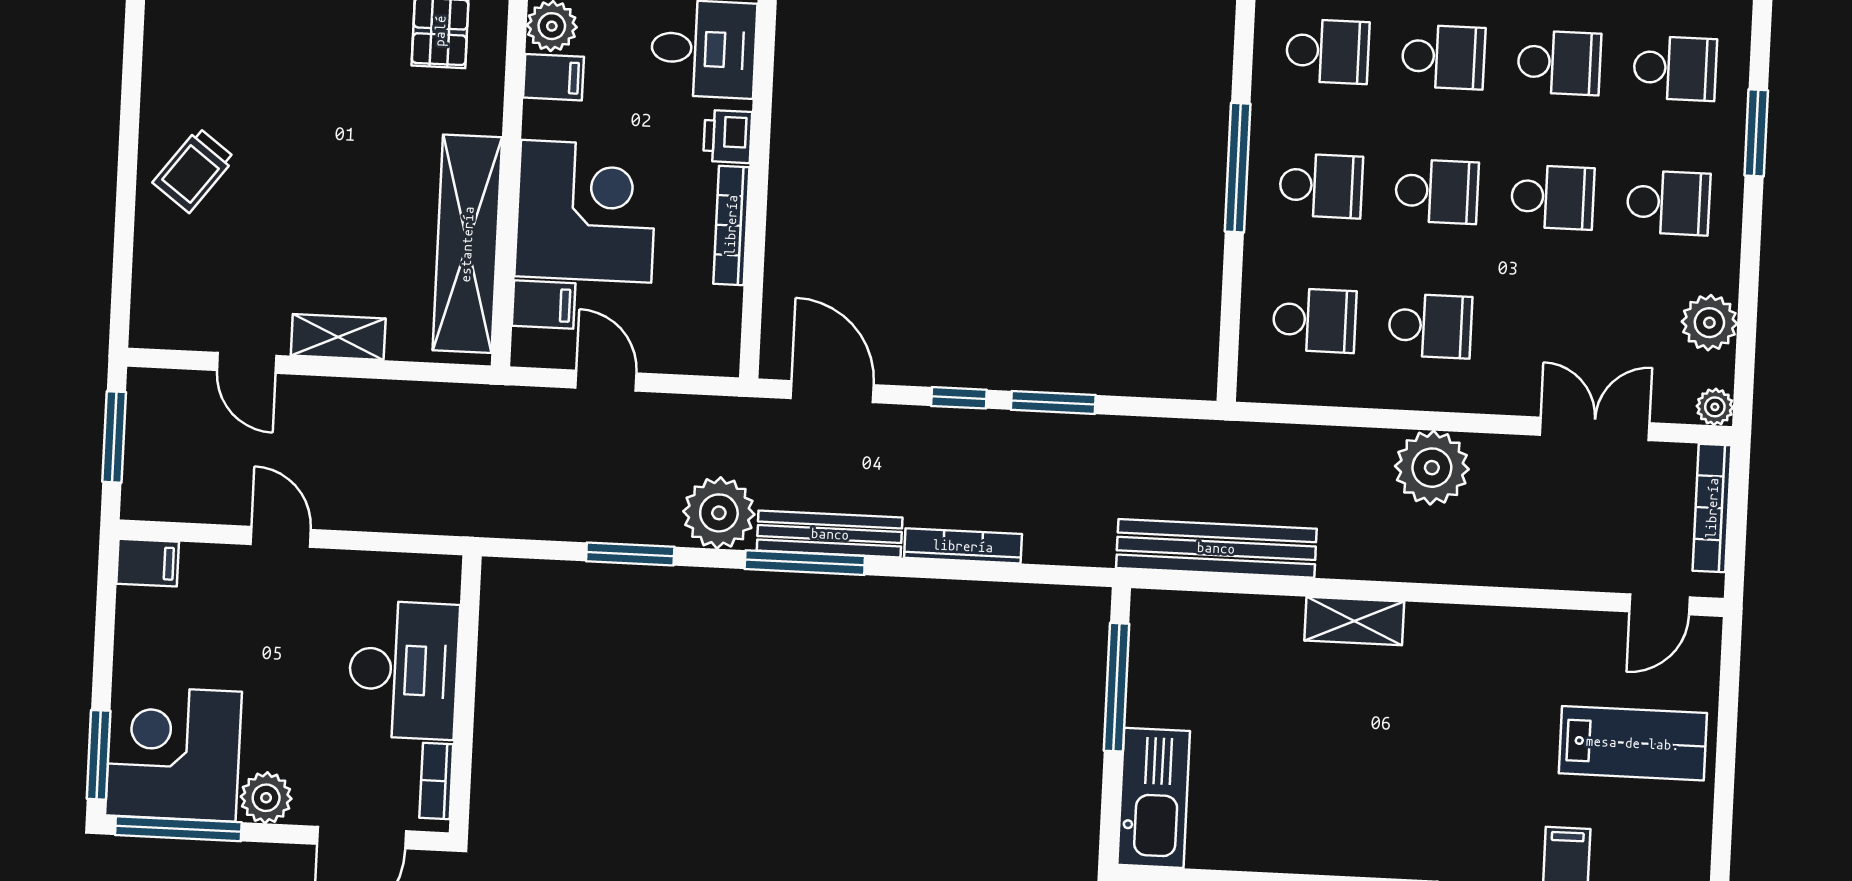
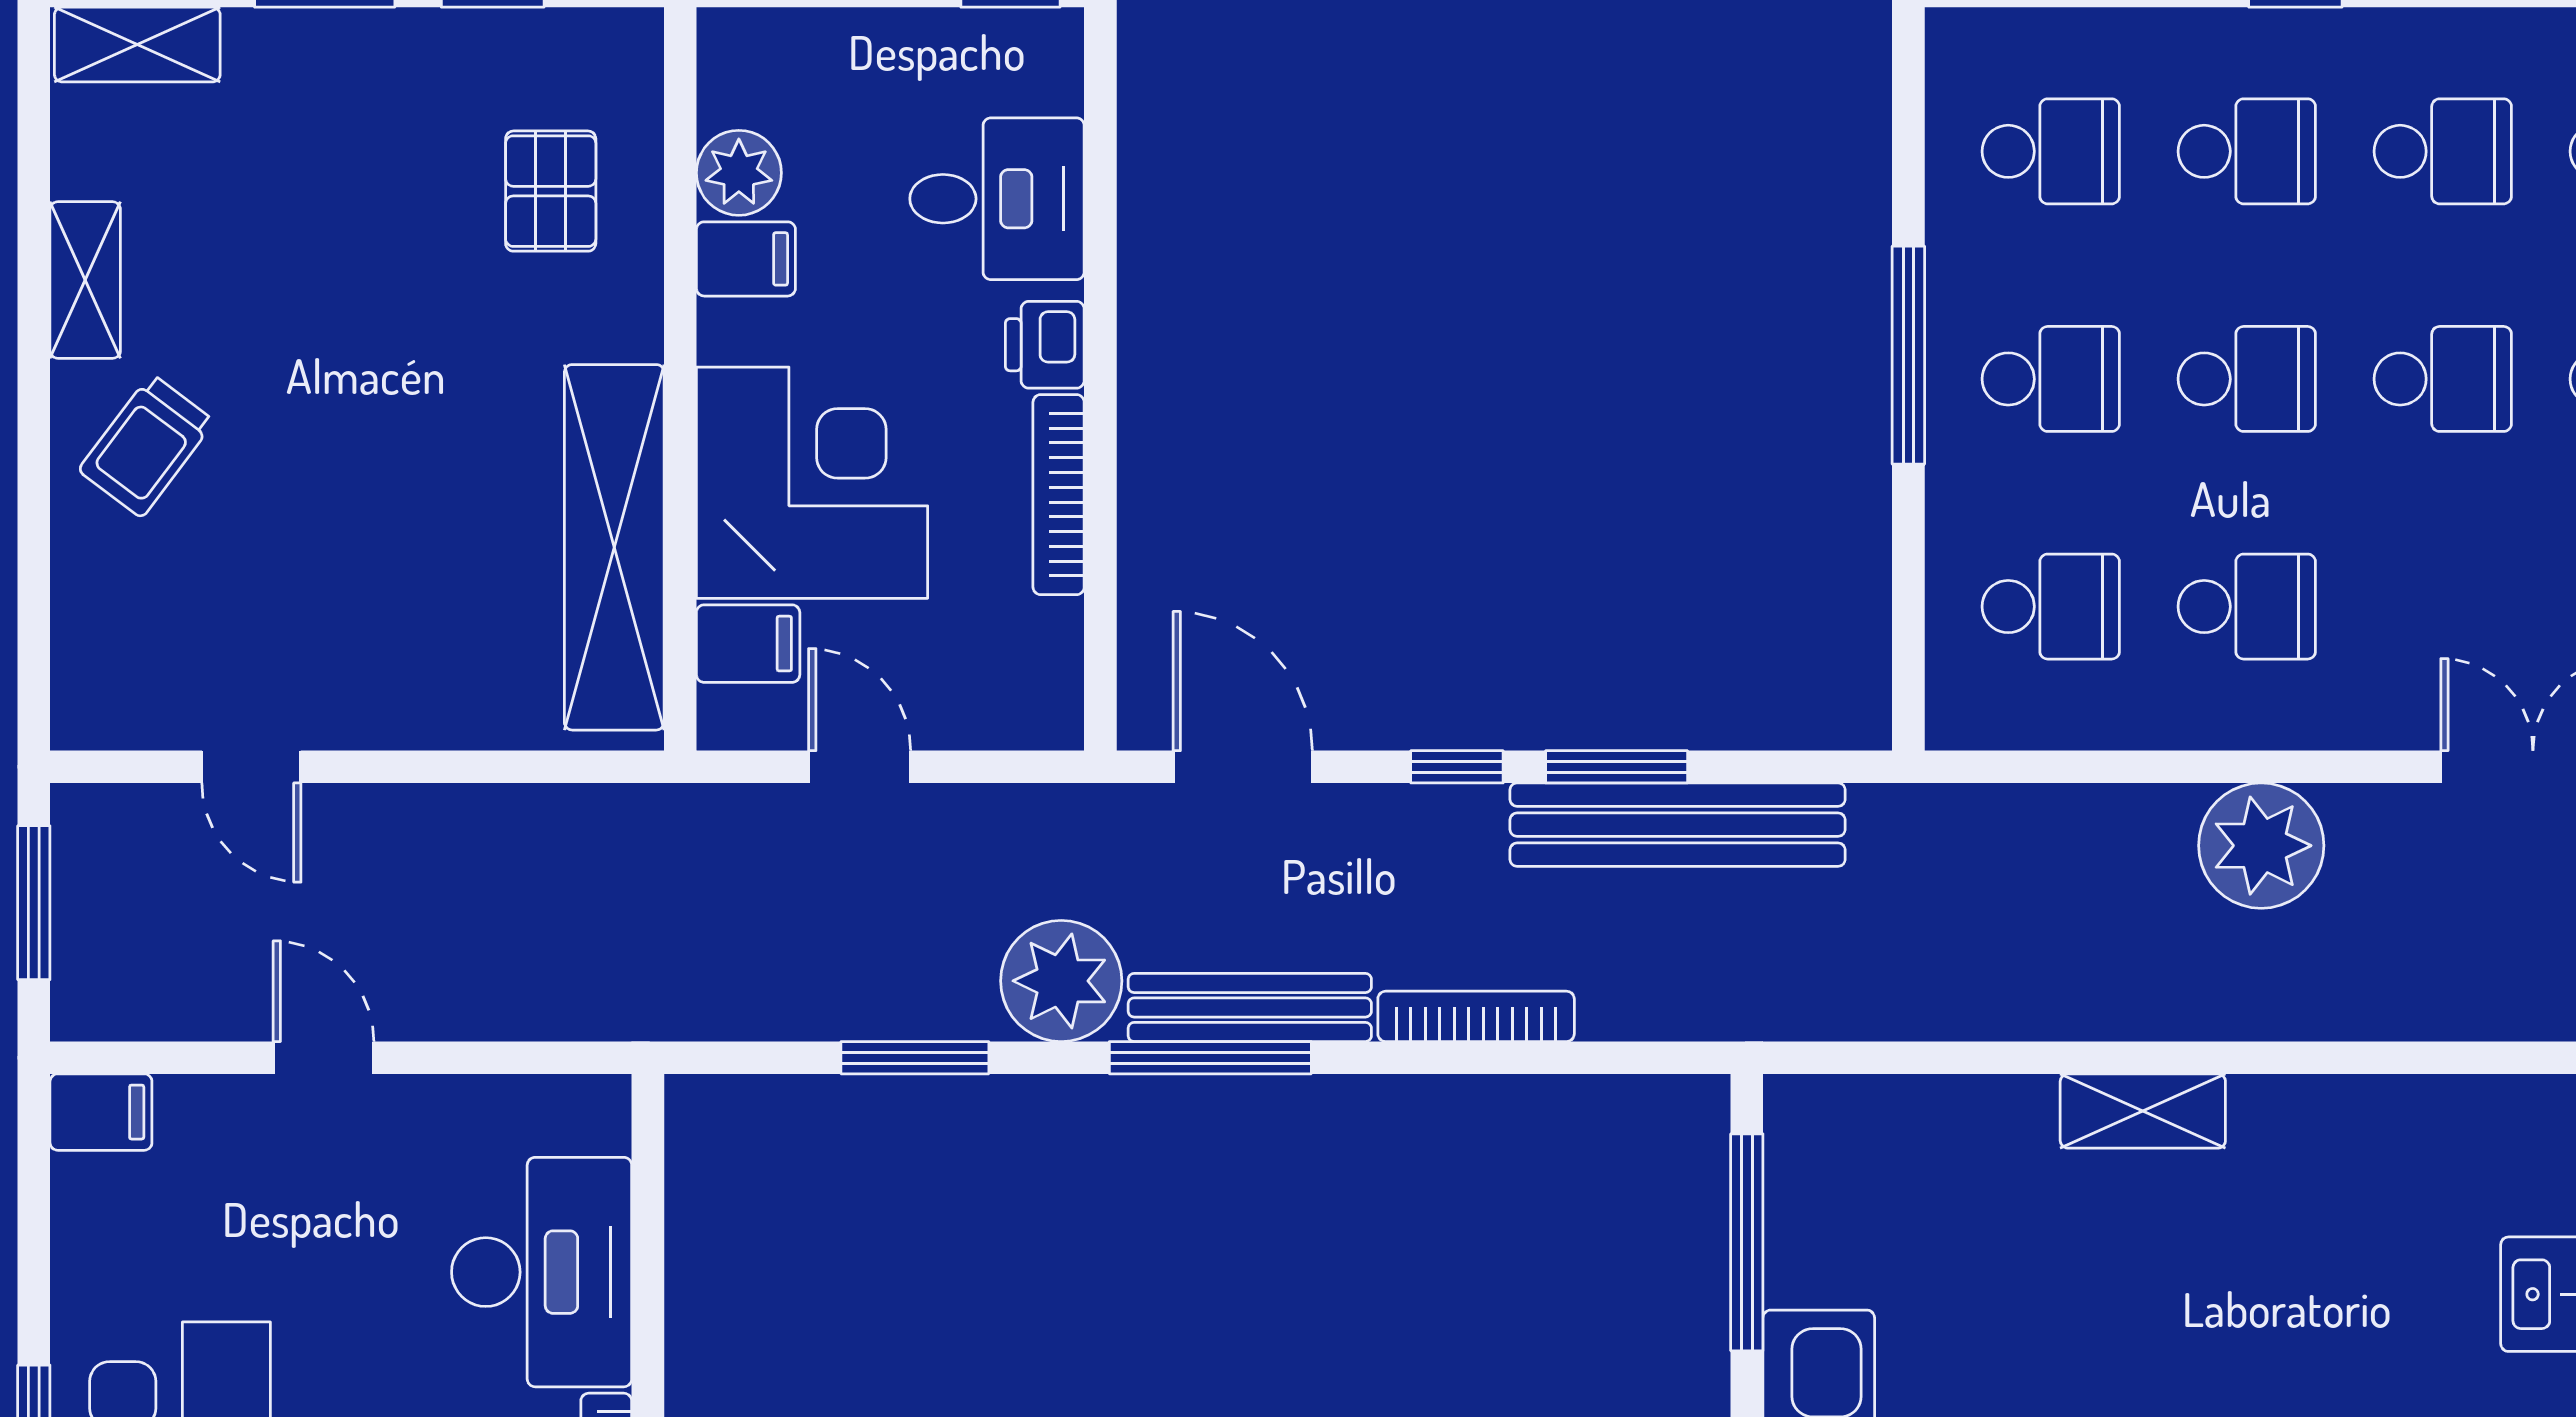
shelving: (338, 337) -> (85, 280), moved, turned 90
bench: (1216, 548) -> (1678, 825), moved

